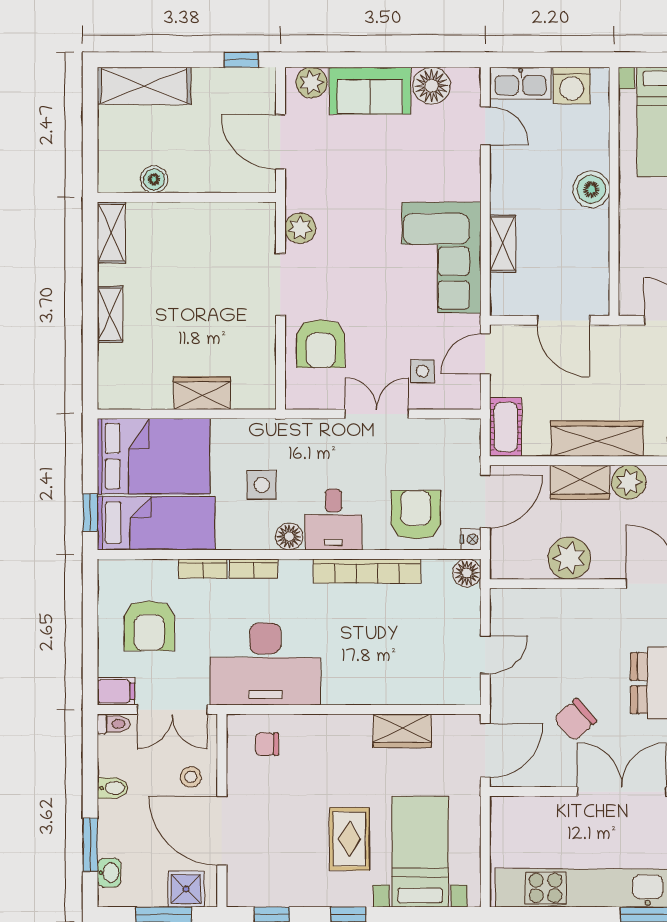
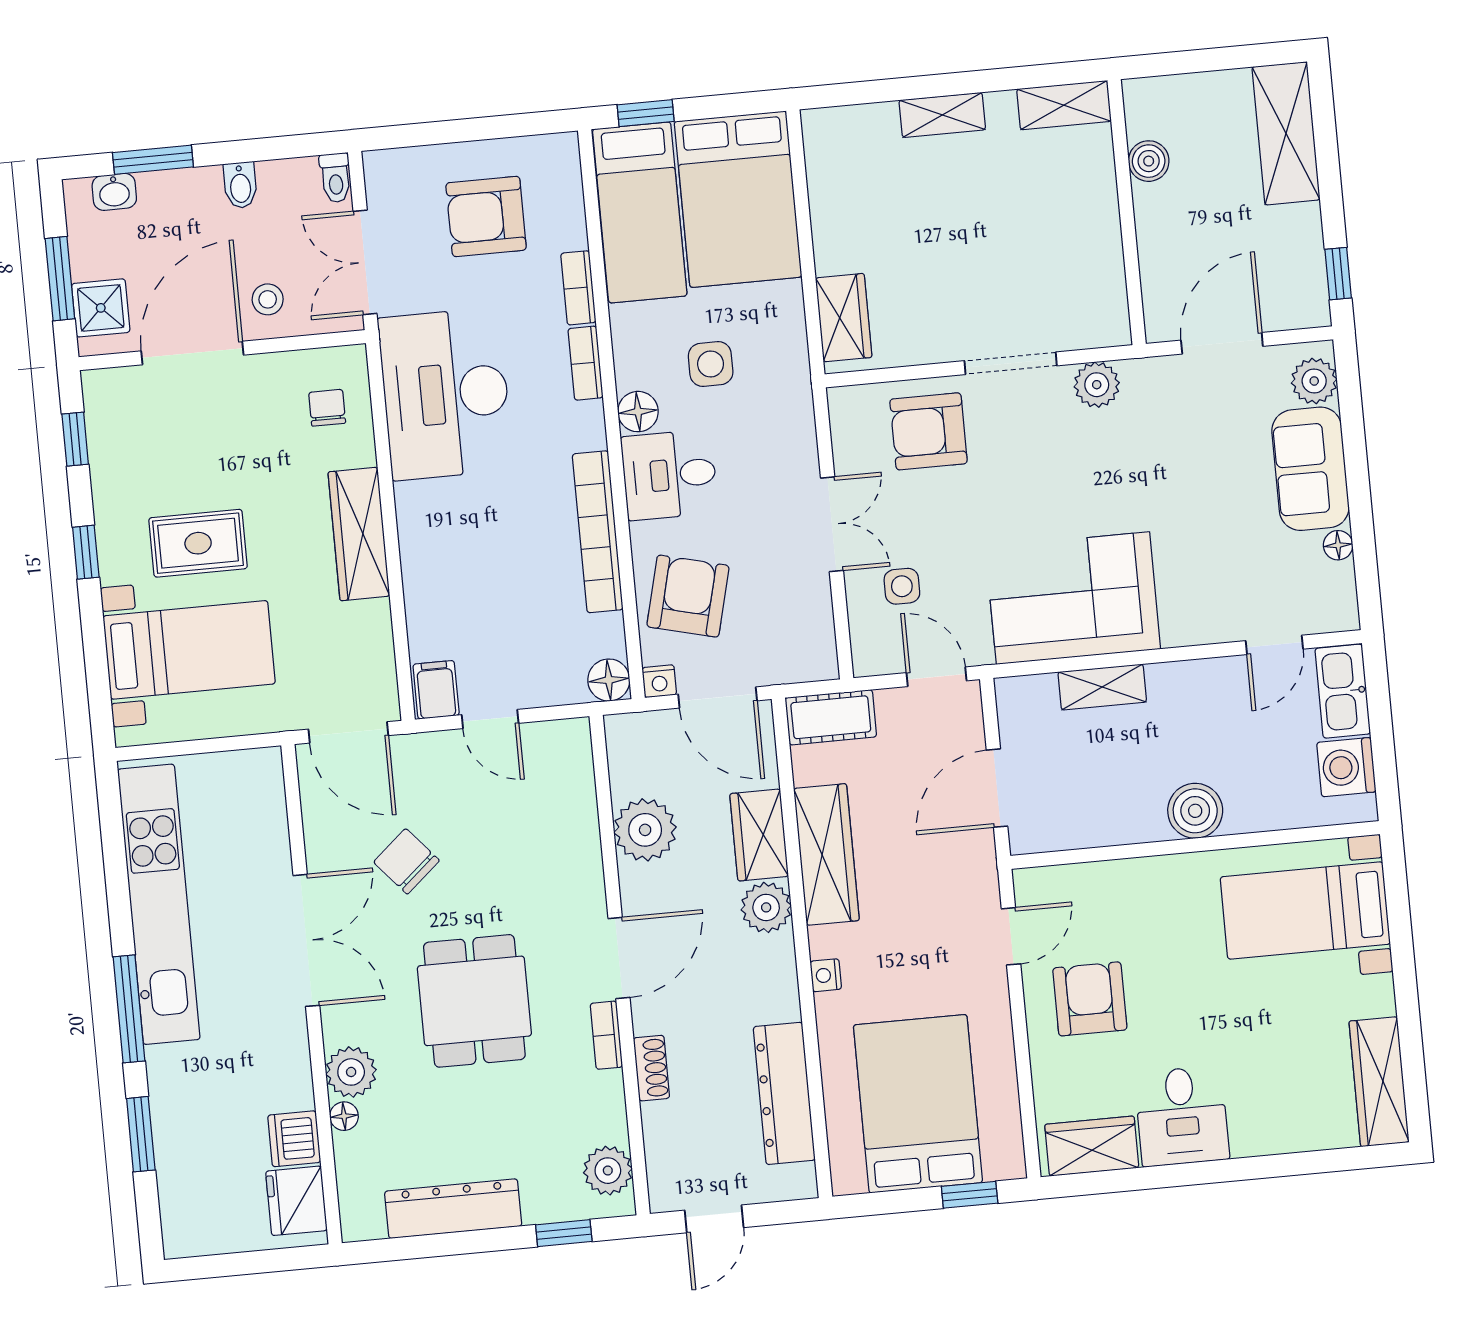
floor lamp: (431, 86) -> (1338, 545), width x0.53, depth x0.53
wardrobe: (202, 393) -> (844, 318), moved
armchair: (416, 515) -> (688, 596), turned -76
filing cabinet: (116, 691) -> (436, 690), moved, turned 180
wardrobe: (402, 731) -> (359, 534), moved, width x1.50

